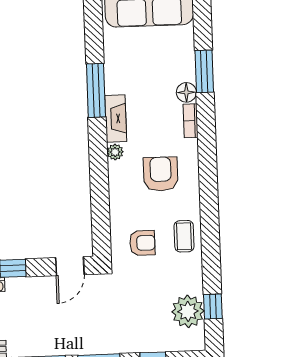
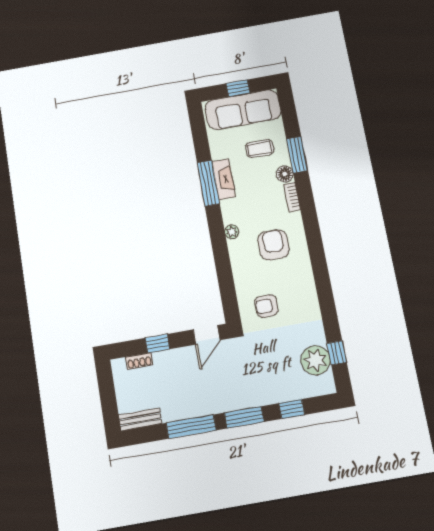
fireplace: (116, 119) -> (224, 179), moved
coffee table: (184, 236) -> (260, 149), moved, turned 90
armchair: (142, 243) -> (267, 306), turned 180

